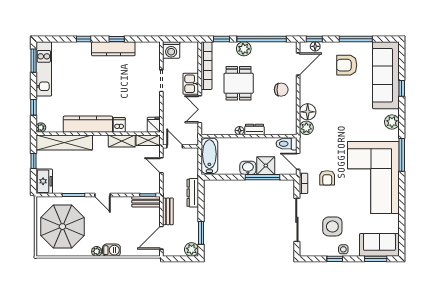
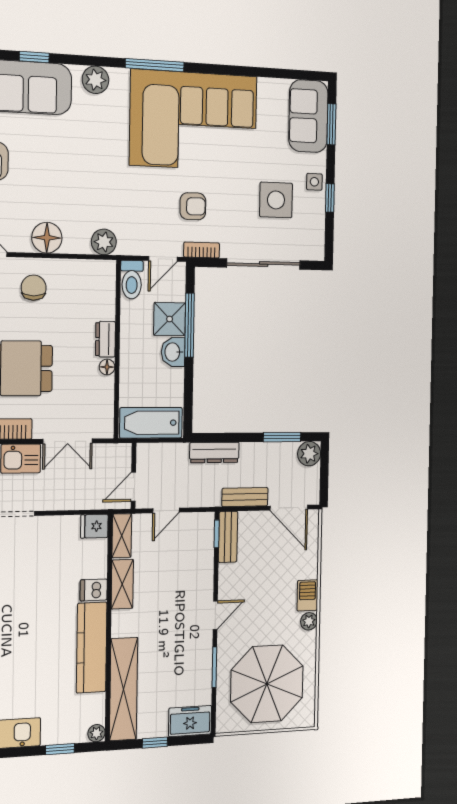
floor lamp: (308, 112) -> (47, 238), moved

